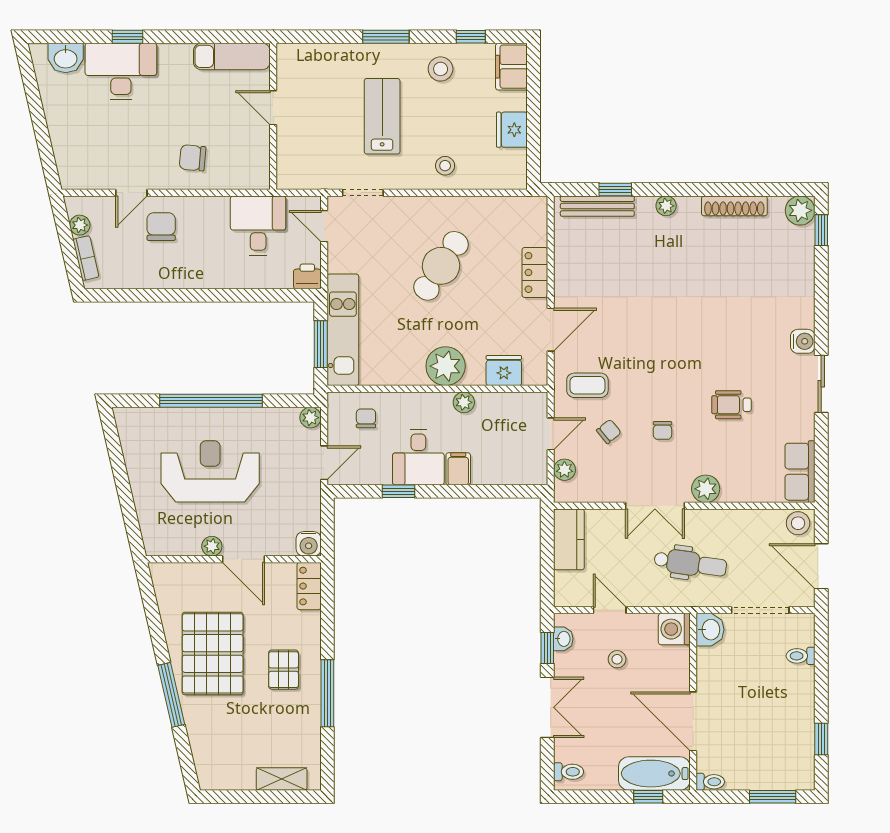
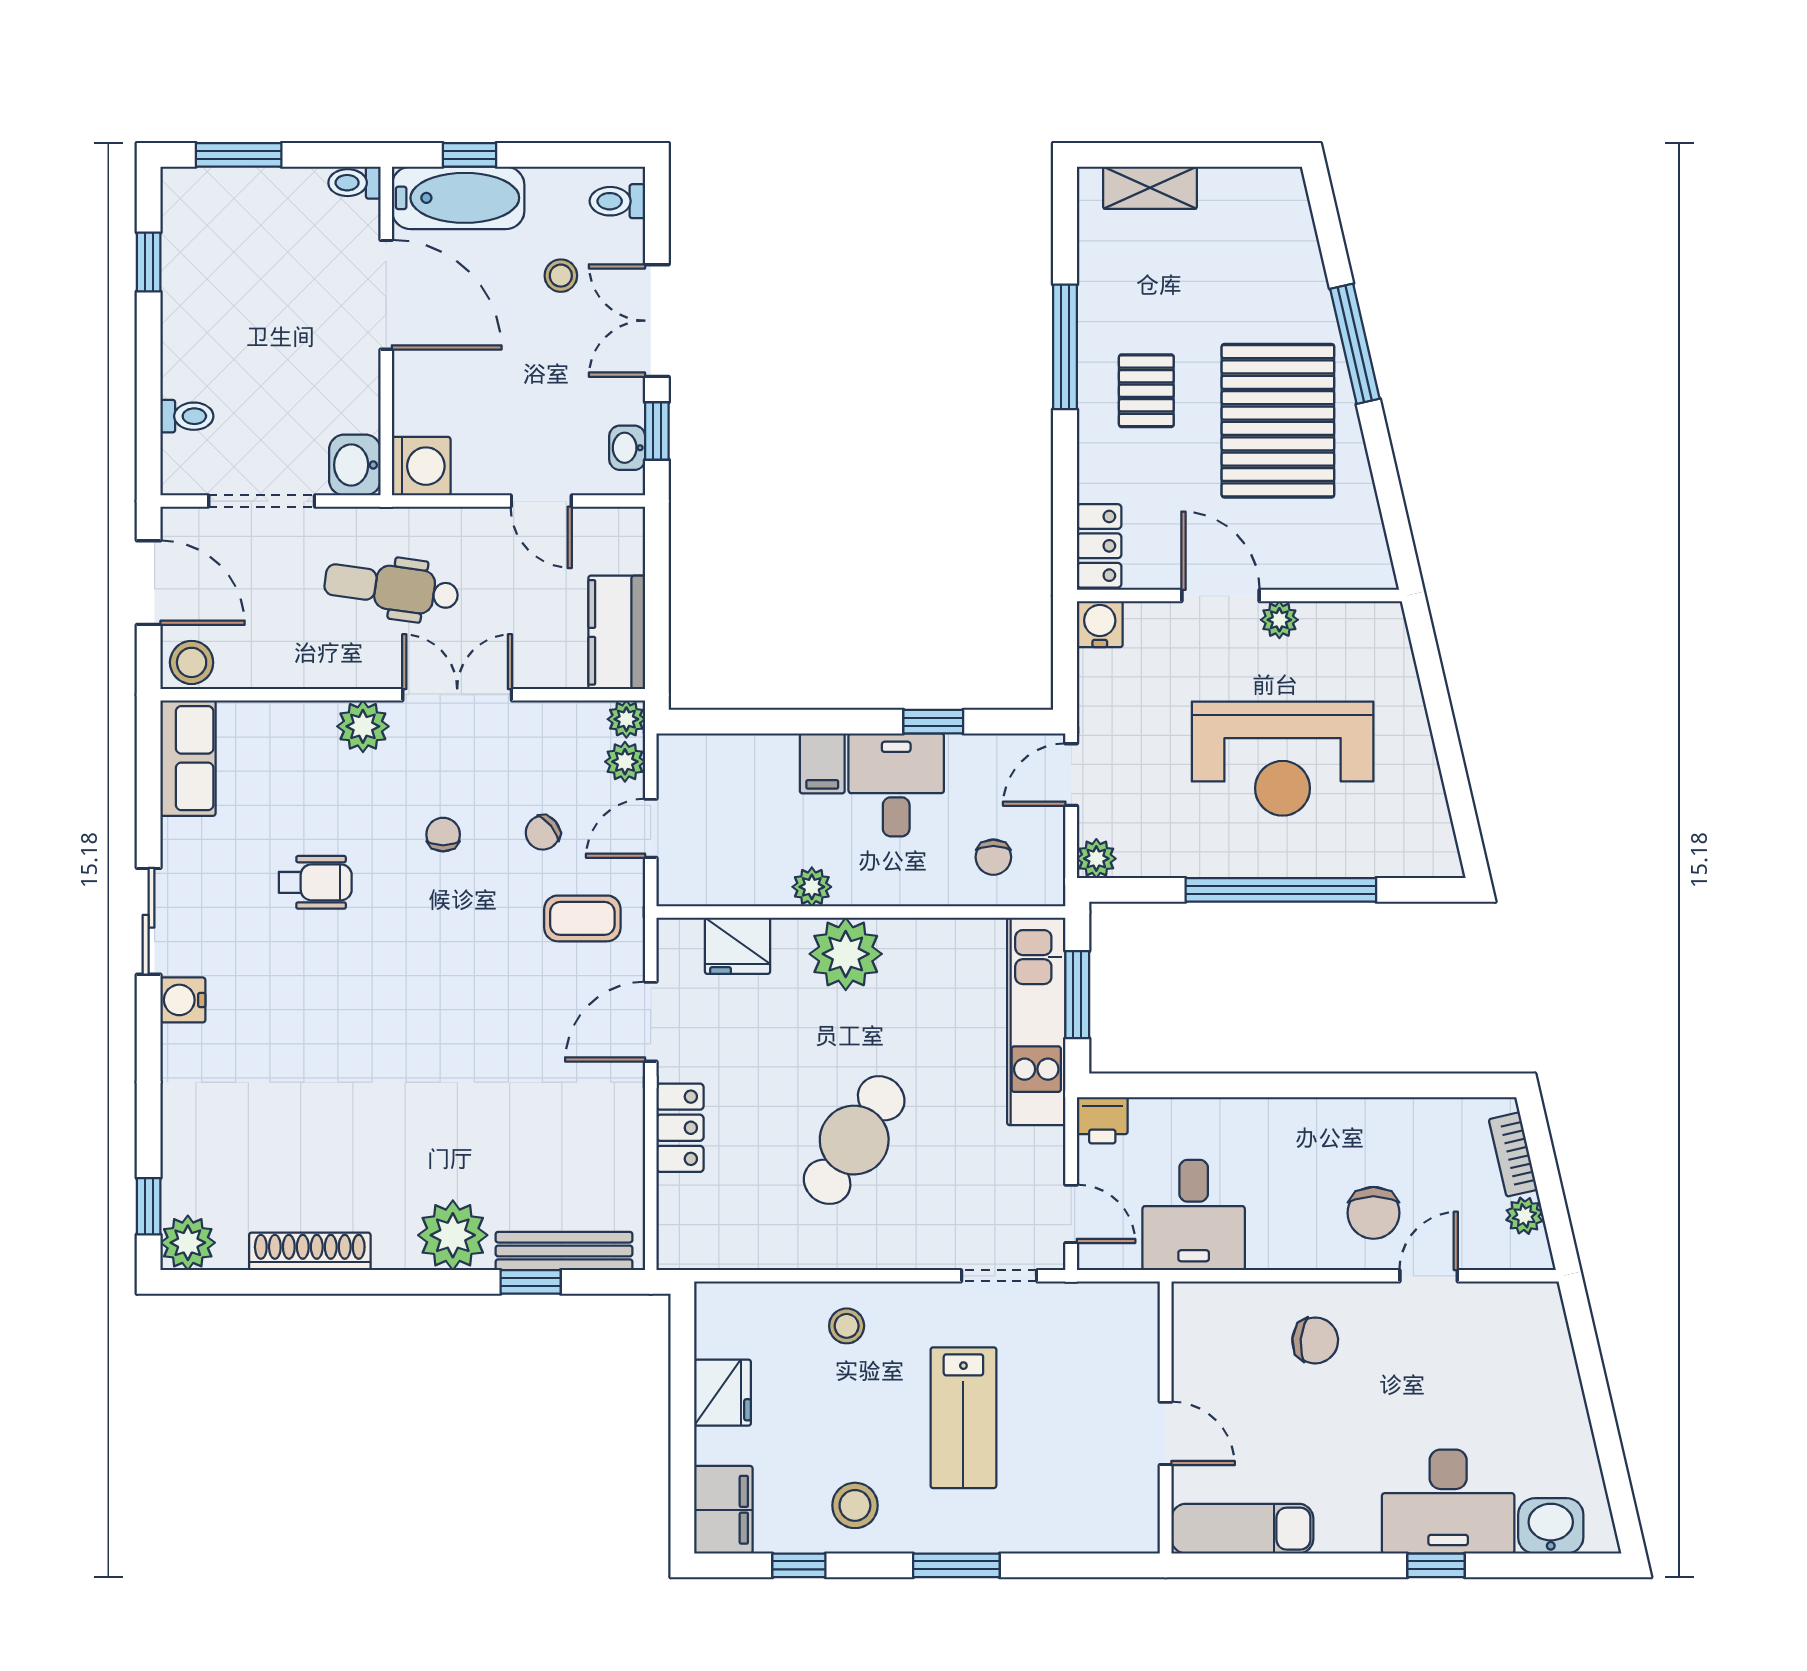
plant: (666, 206) -> (453, 1235), width x1.87, depth x1.87
plant: (564, 493) -> (626, 719), added
stool: (617, 659) -> (561, 276), moved

